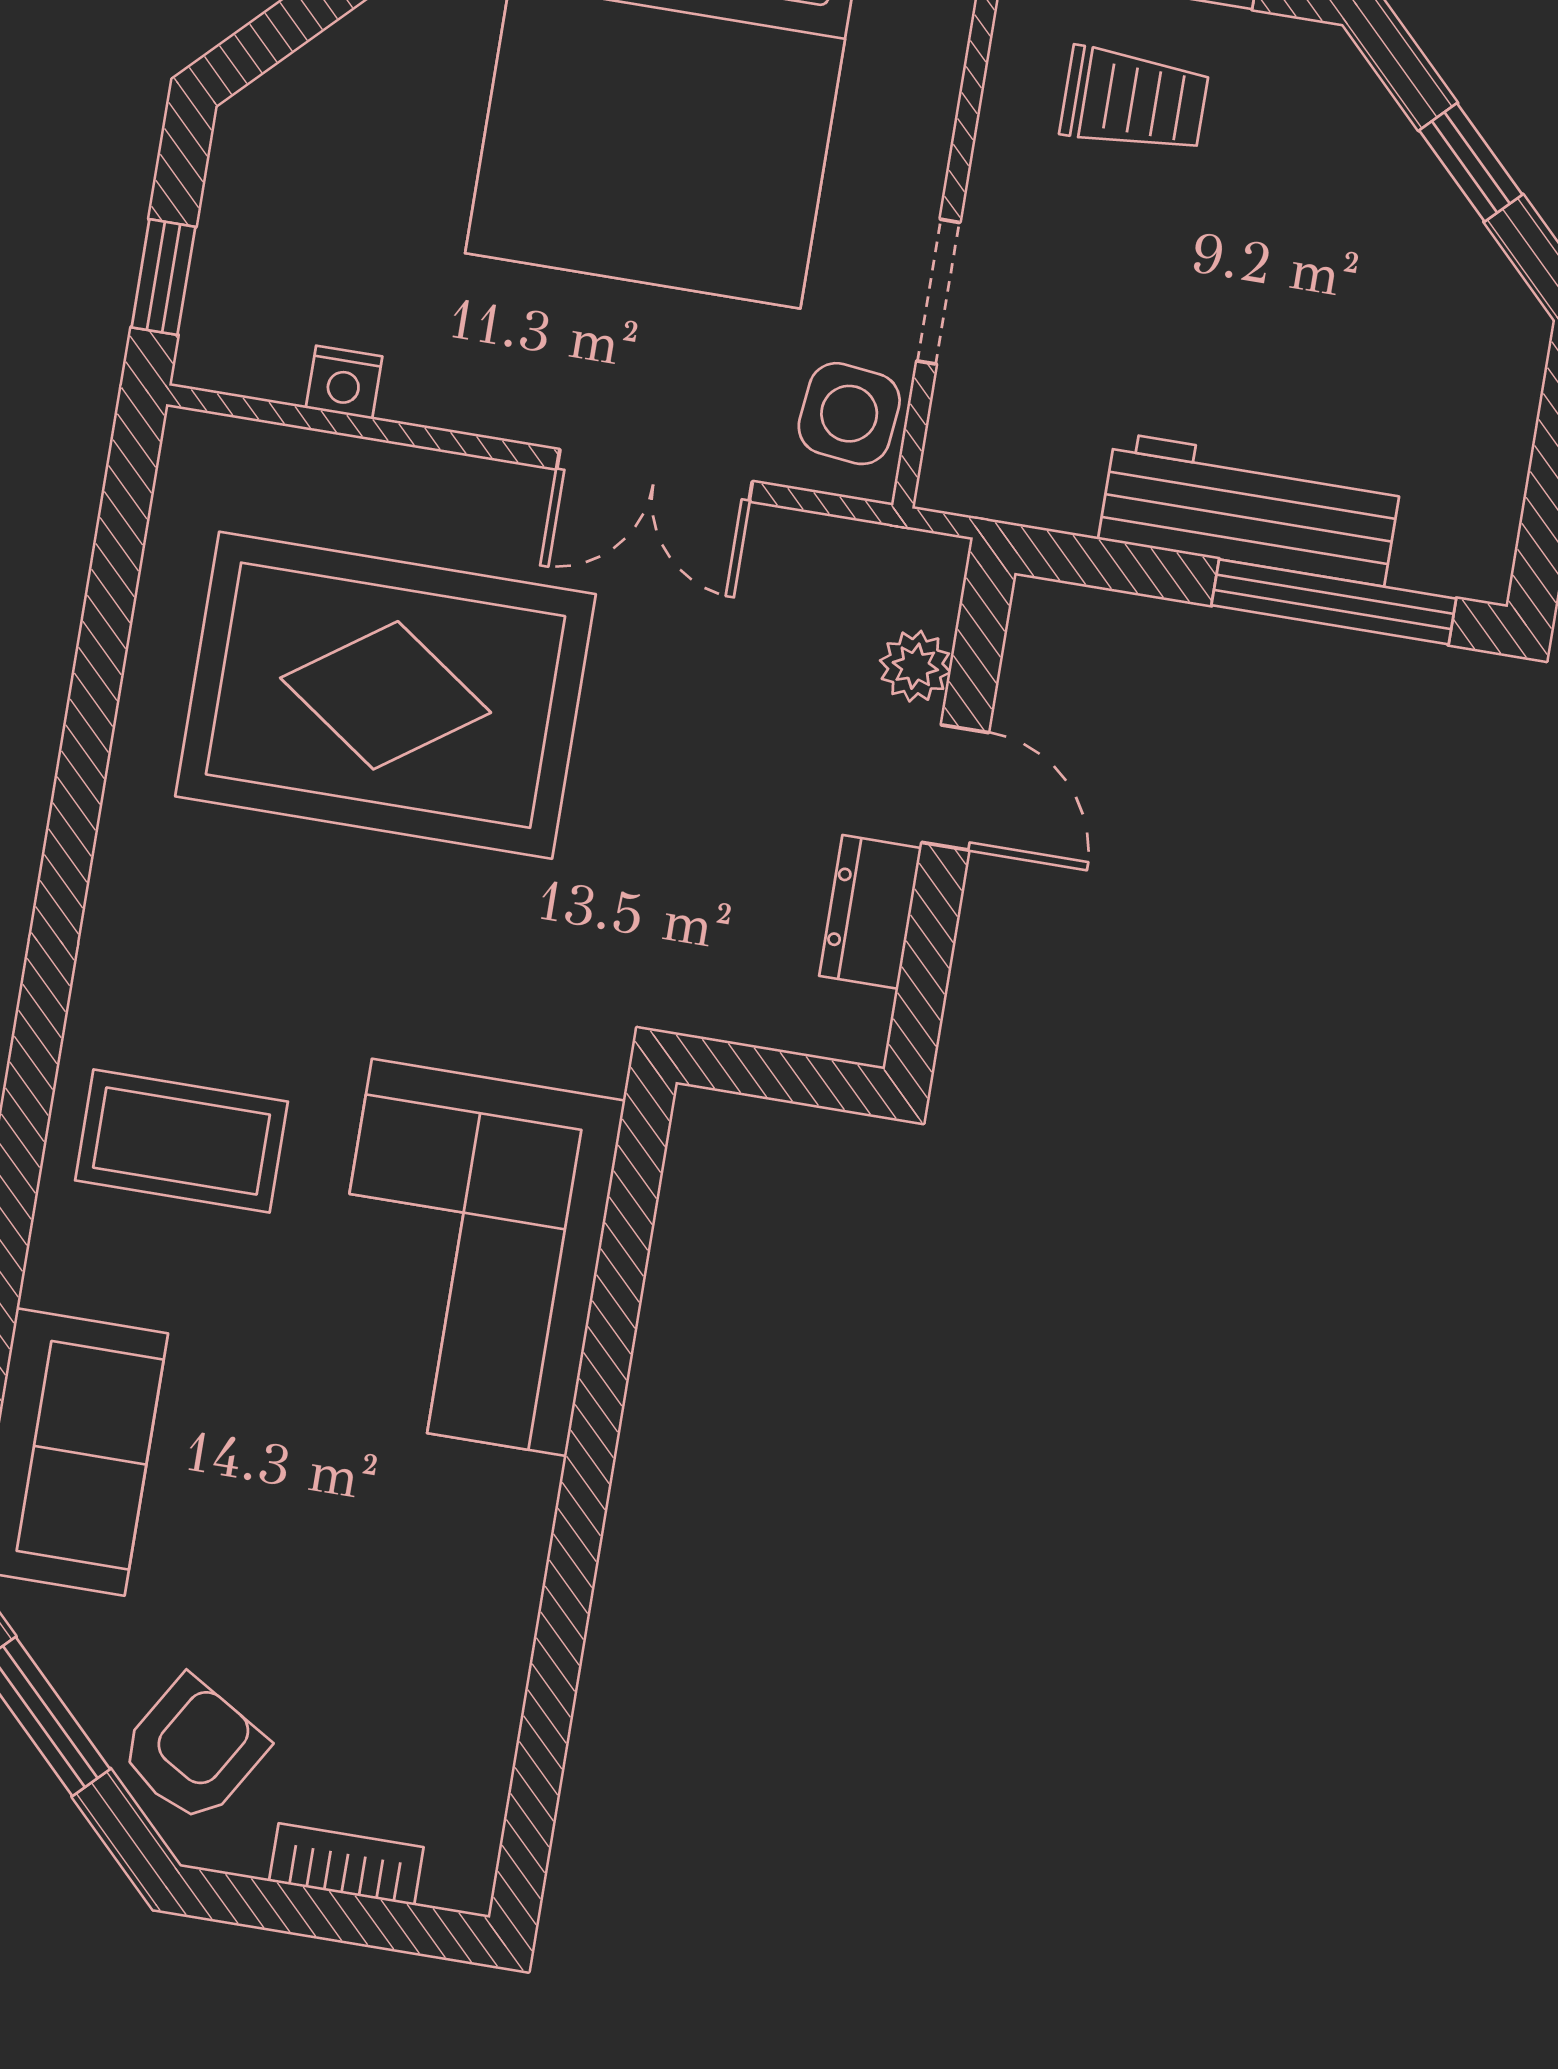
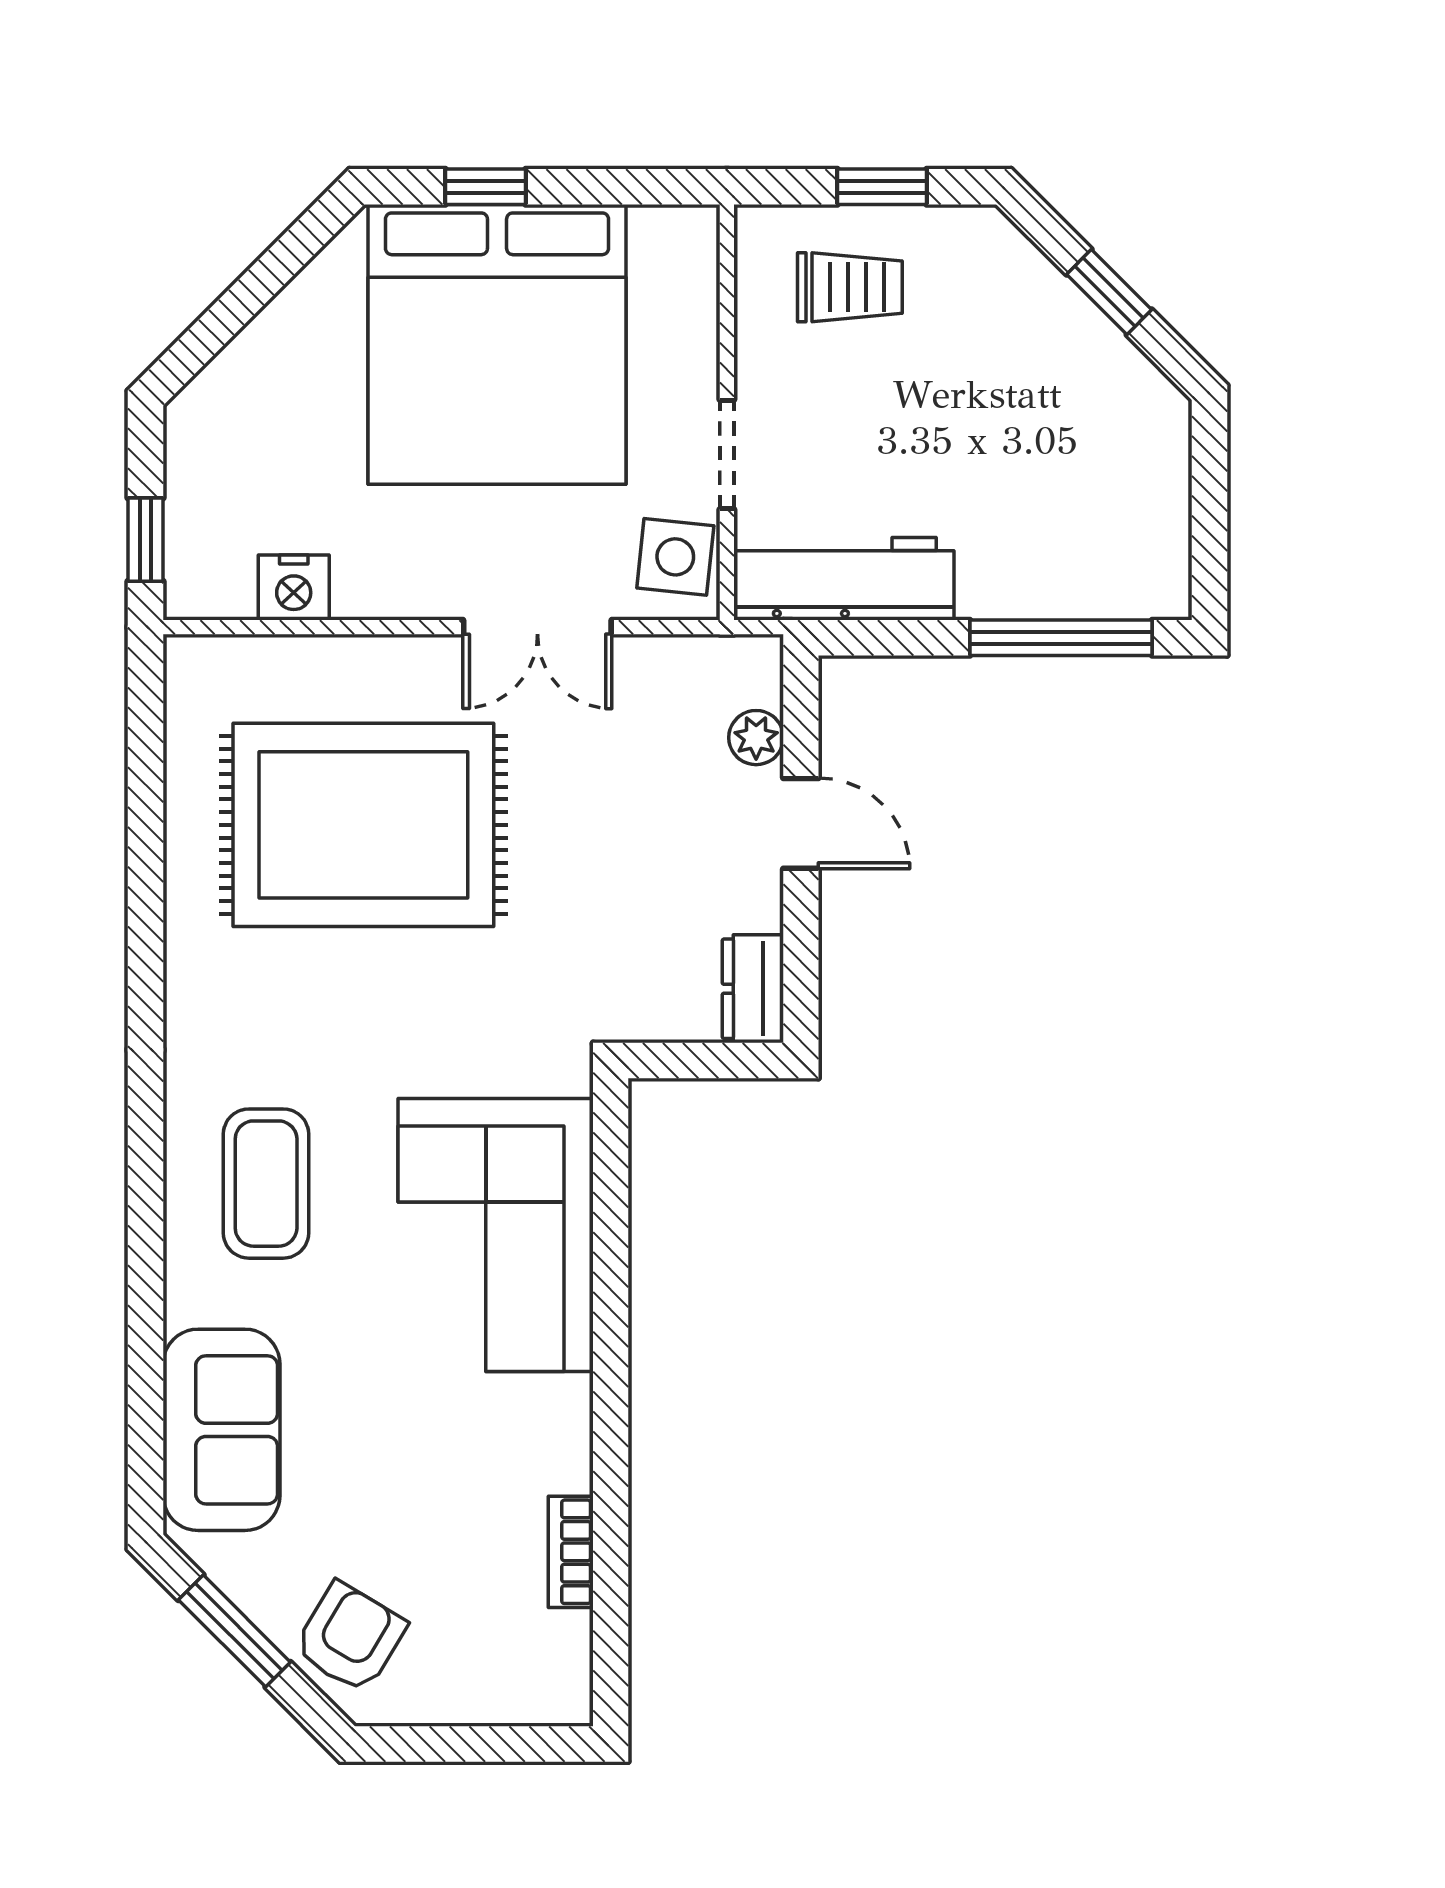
nightstand: (344, 382) -> (294, 588), width x1.39, depth x1.35
workbench: (1250, 509) -> (844, 579), moved
dresser: (870, 912) -> (753, 989), moved
coffee table: (181, 1141) -> (266, 1184), turned 90
bookcase: (346, 1864) -> (571, 1552), moved, turned -90

